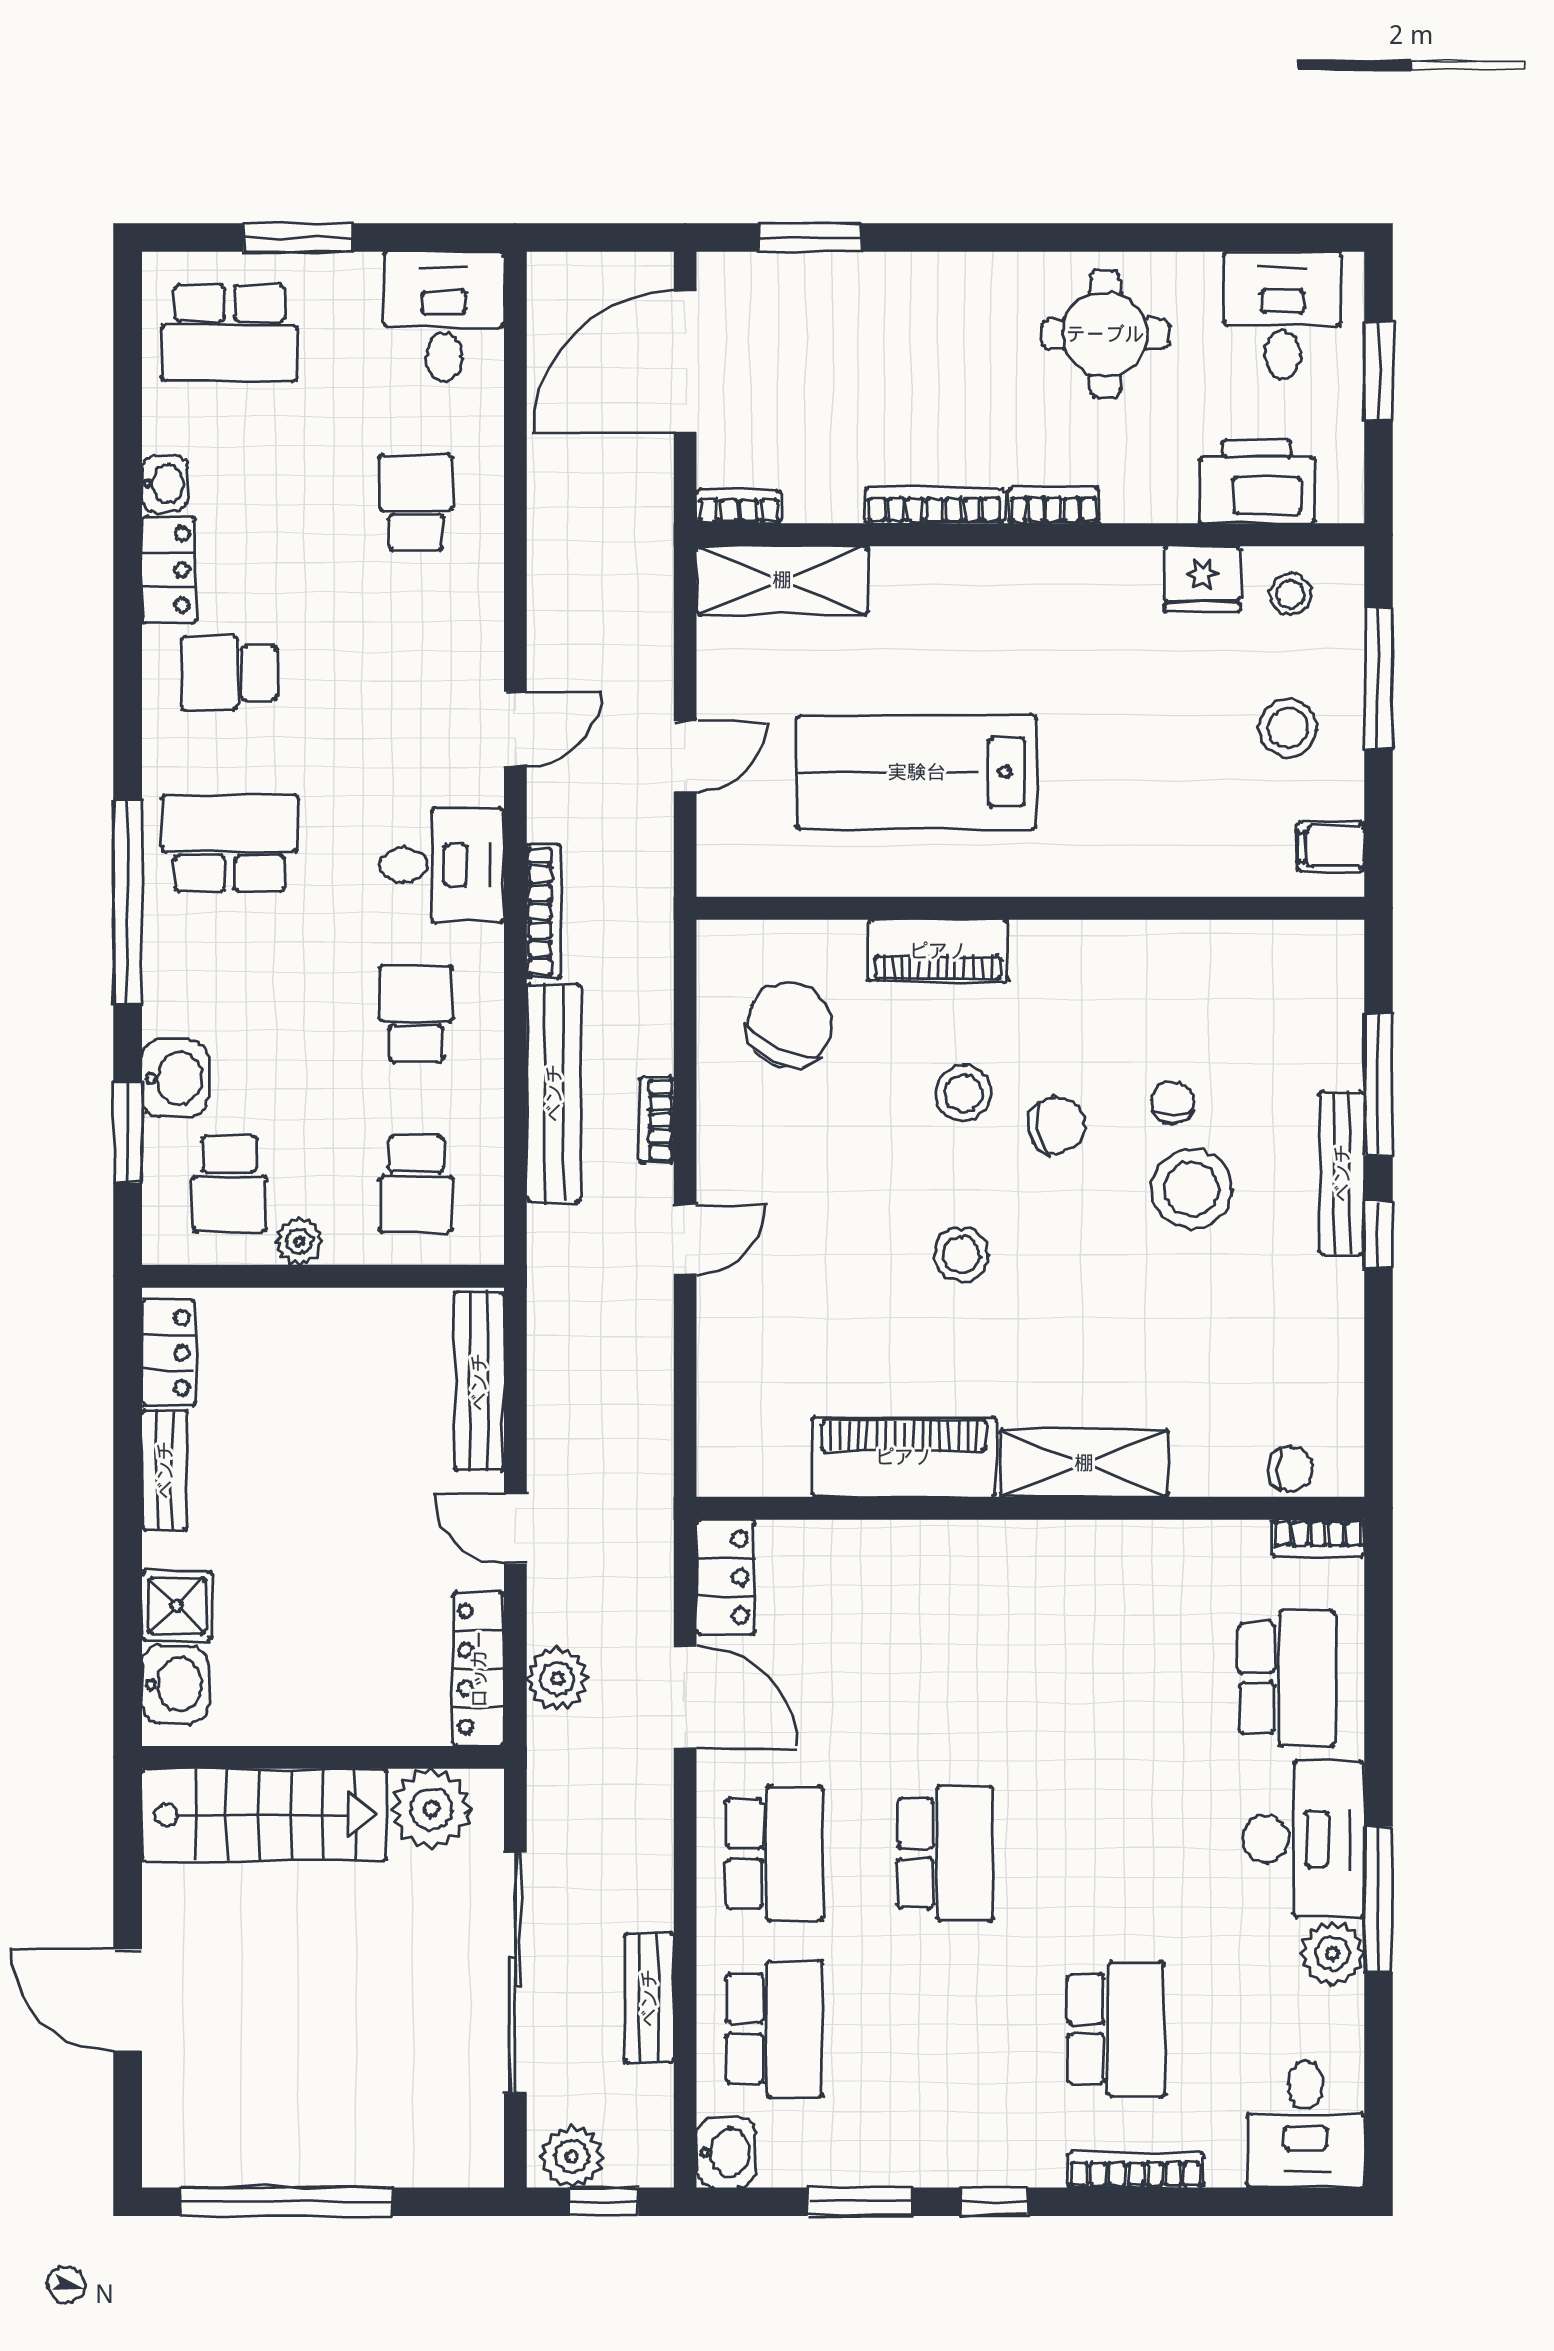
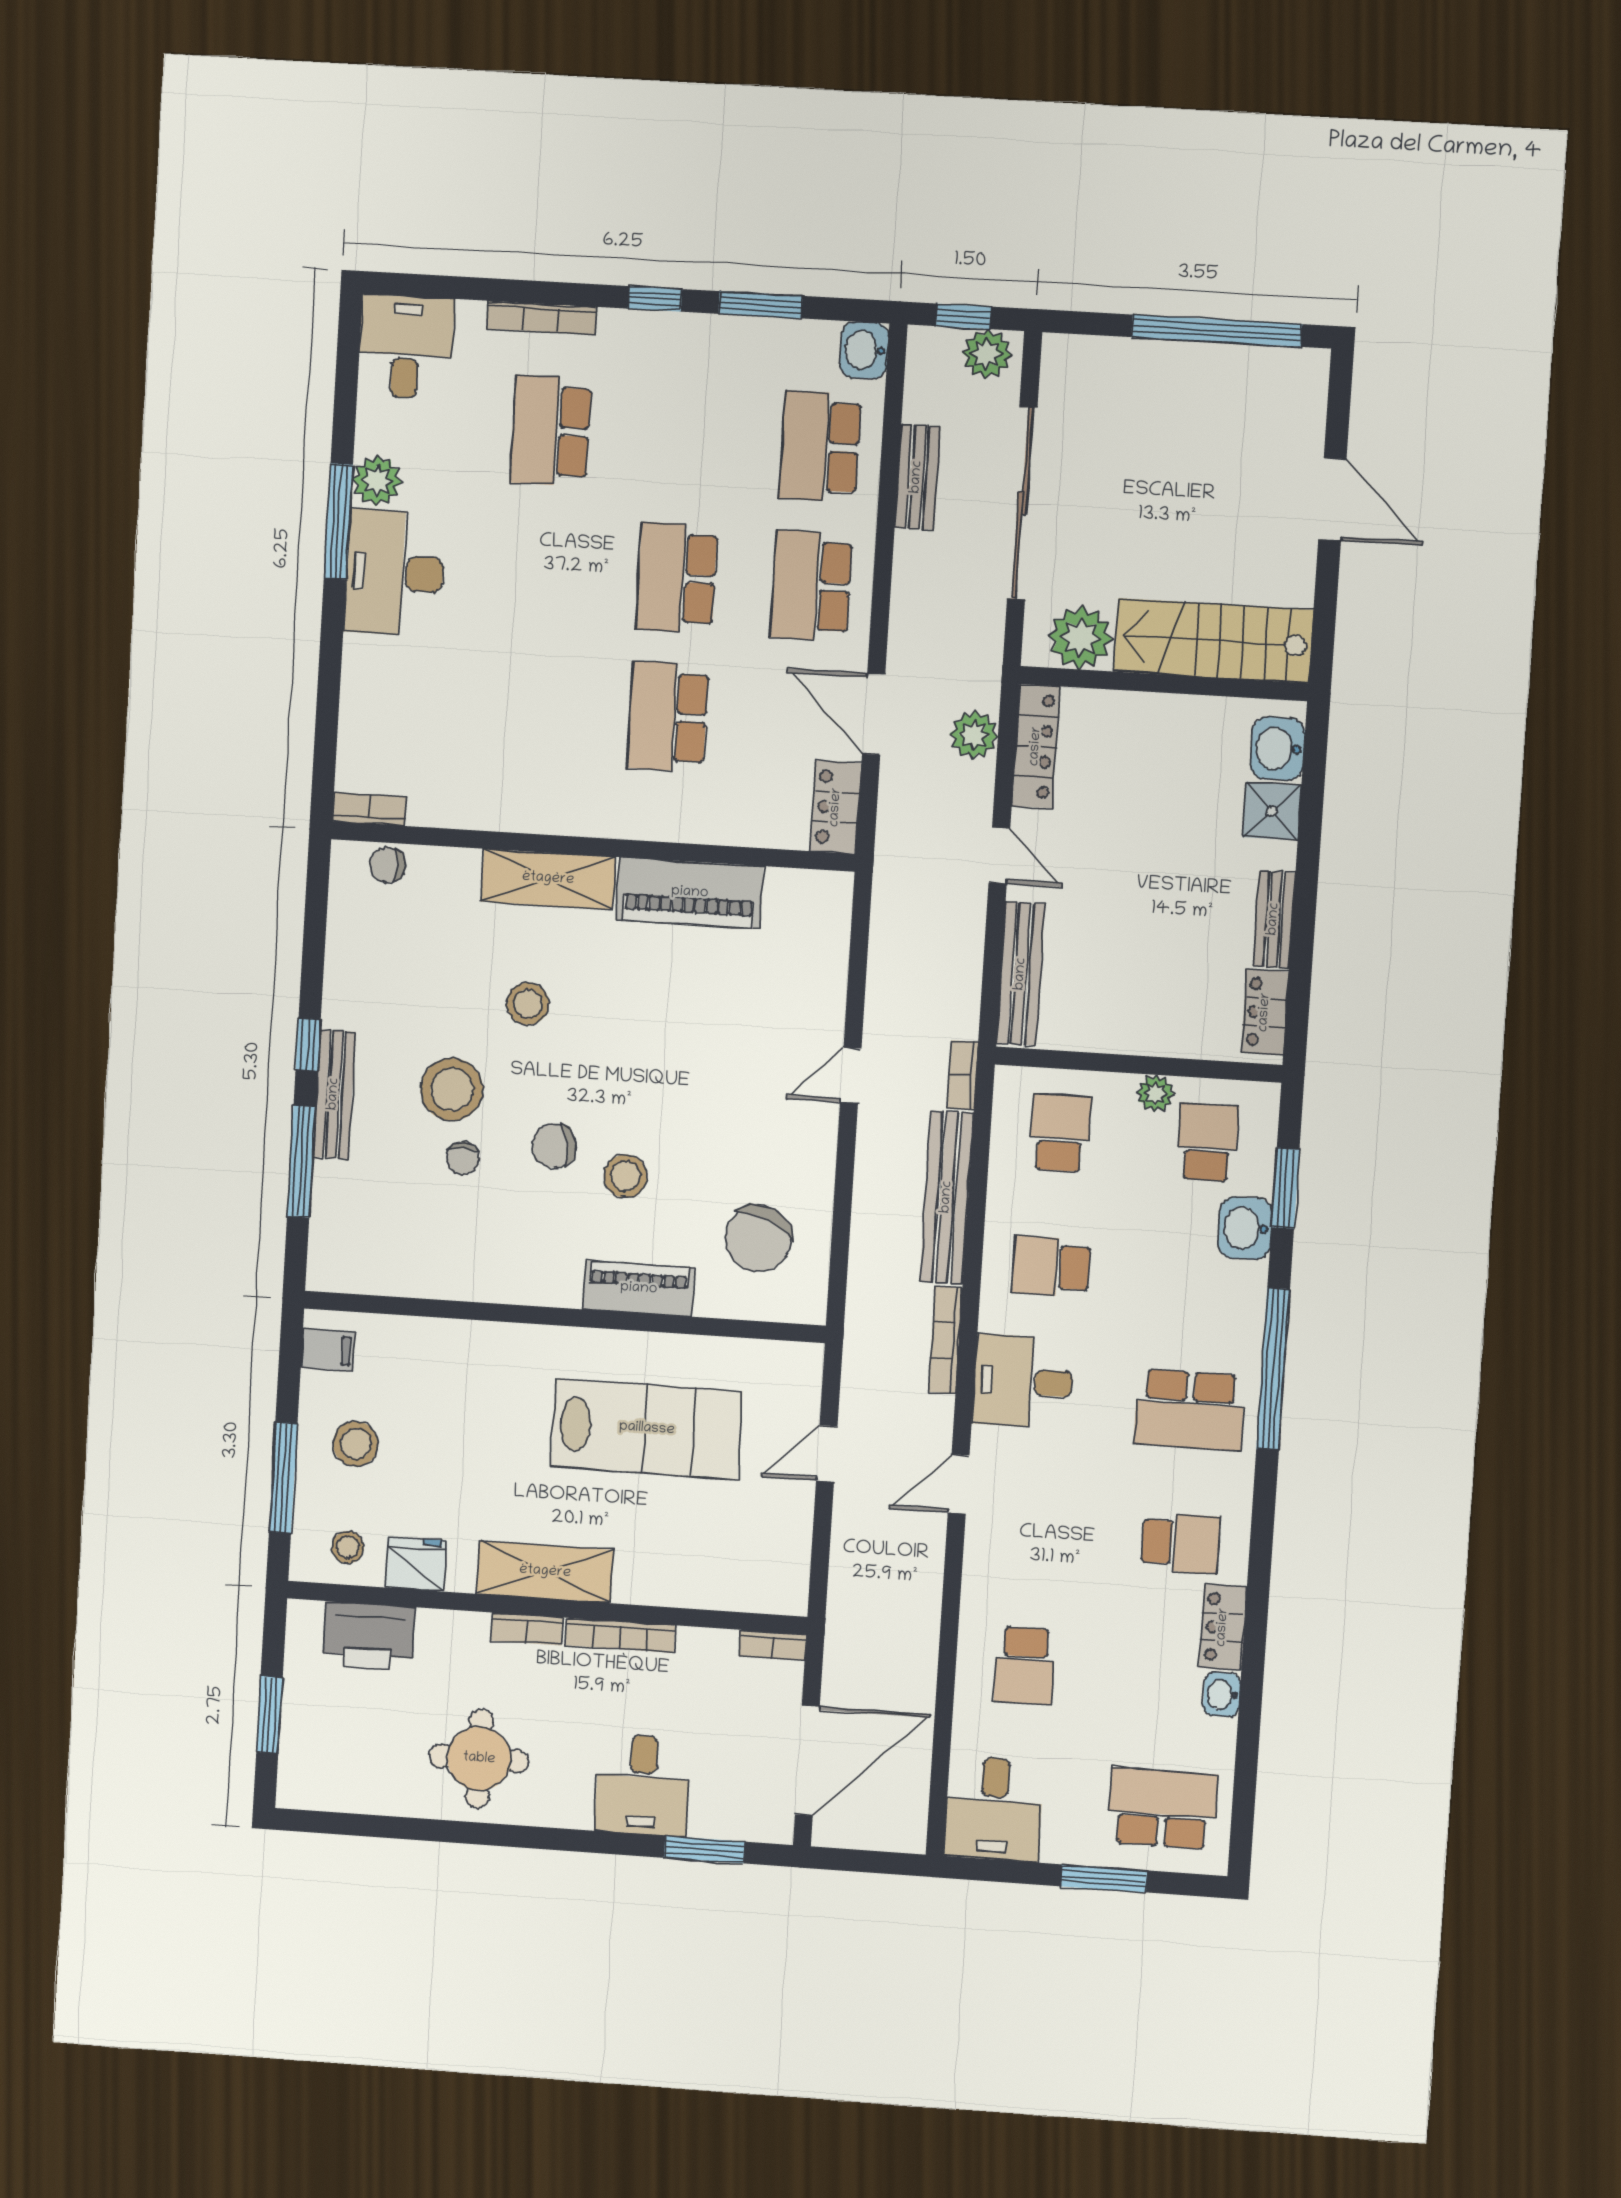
desk: (1282, 315) -> (643, 1785), moved
shelving: (782, 580) -> (545, 1572), moved
school desk: (416, 1014) -> (1051, 1267), turned 90
bookcase: (657, 1120) -> (963, 1075), moved, turned 180
stool: (961, 1255) -> (528, 1004), moved
school desk: (1287, 1678) -> (668, 717), moved

